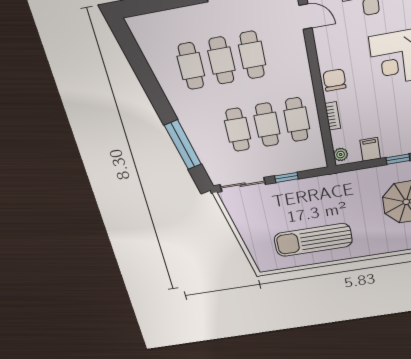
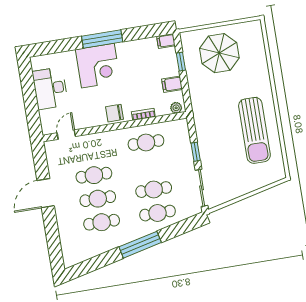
cafe table: (267, 125) -> (157, 213), moved
window: (183, 145) -> (140, 245), moved

